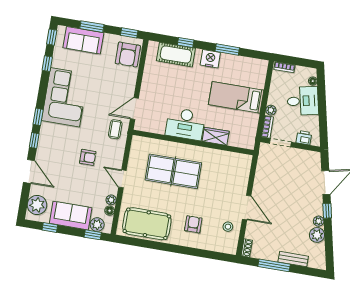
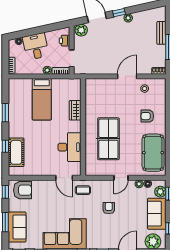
nightstand: (210, 59) -> (15, 125), removed
desk: (185, 124) -> (69, 147), moved
plant: (317, 235) -> (81, 30), moved

